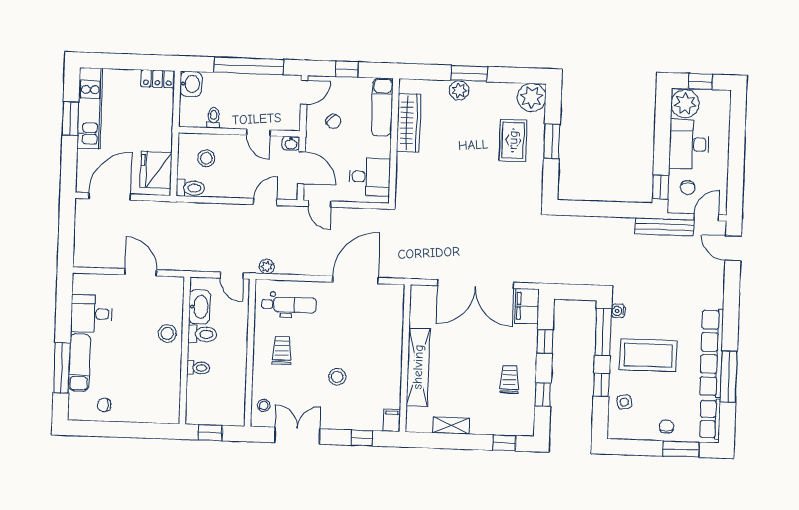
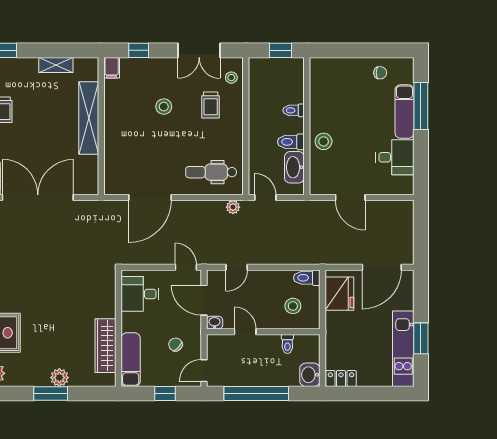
trolley: (282, 350) -> (211, 105), moved

